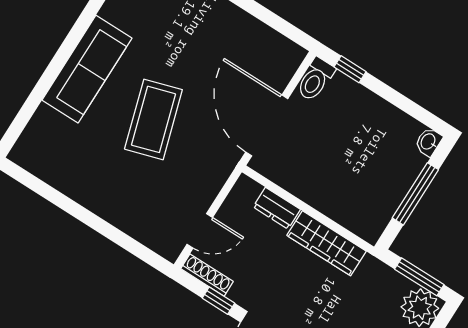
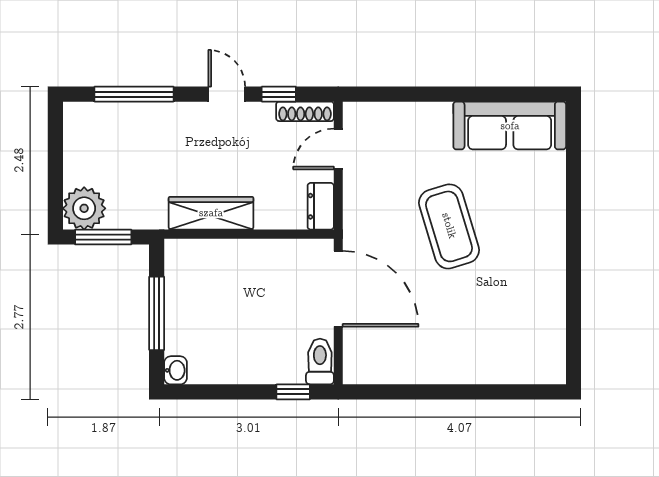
sofa: (87, 69) -> (510, 126), moved, turned -90
dresser: (277, 208) -> (321, 206), moved, turned -90

